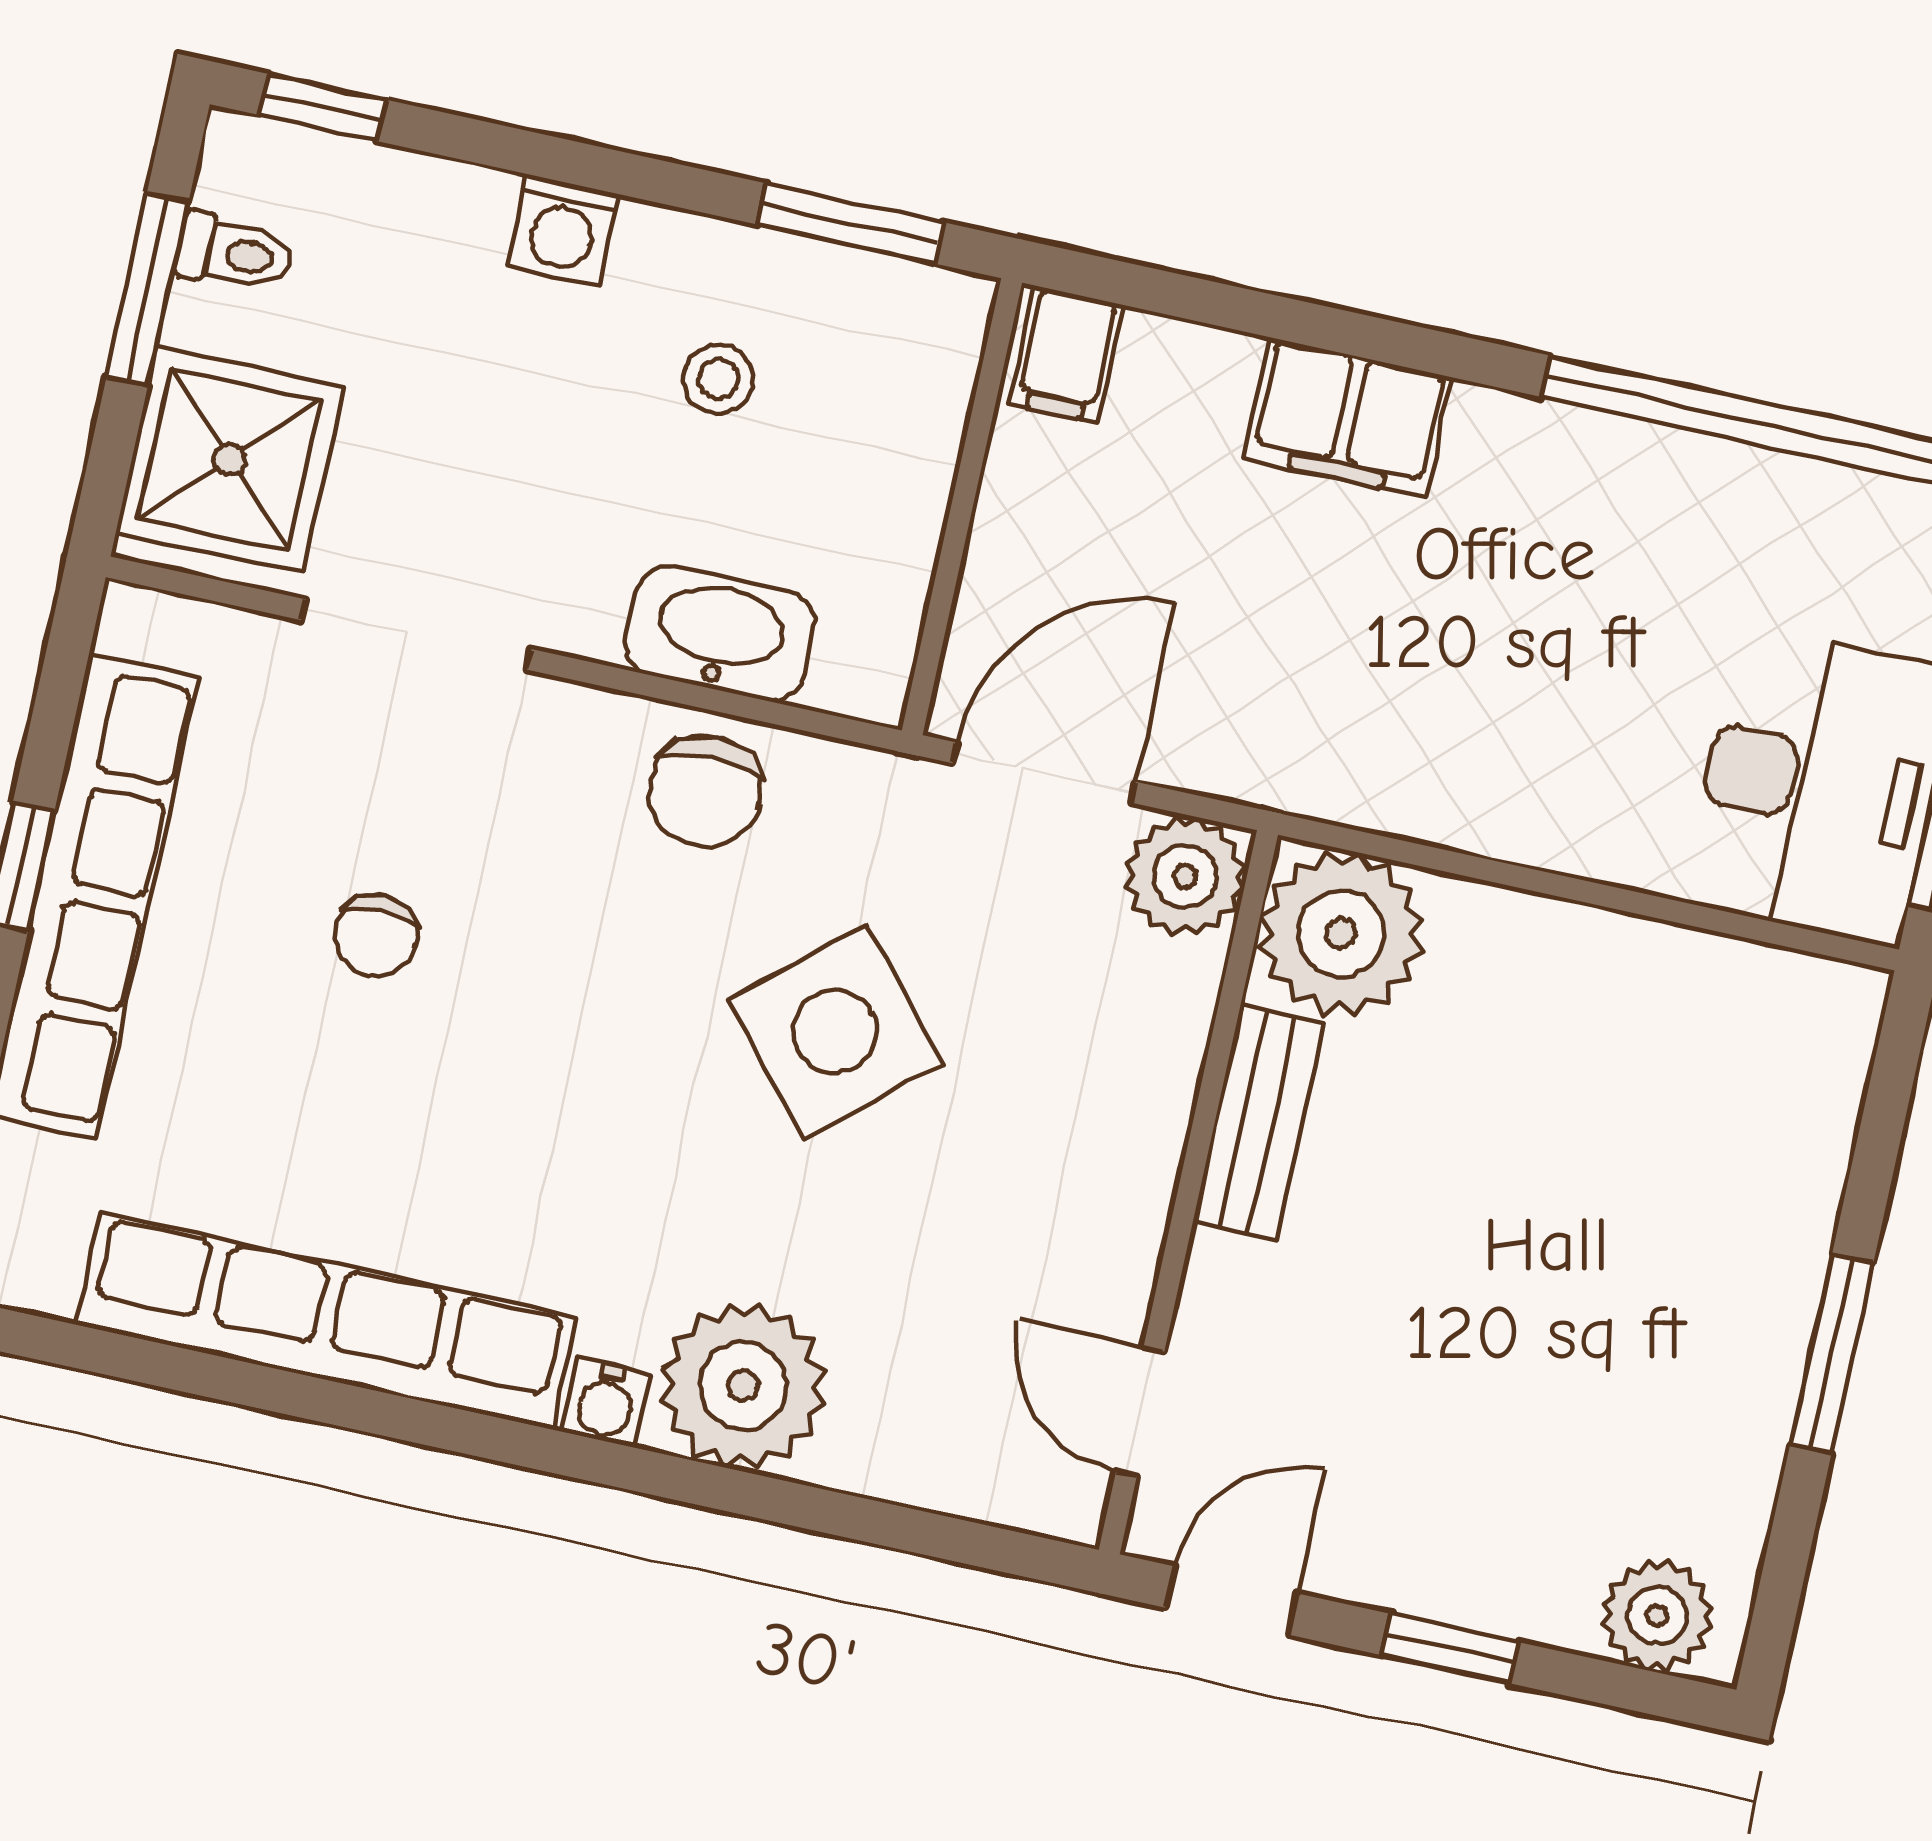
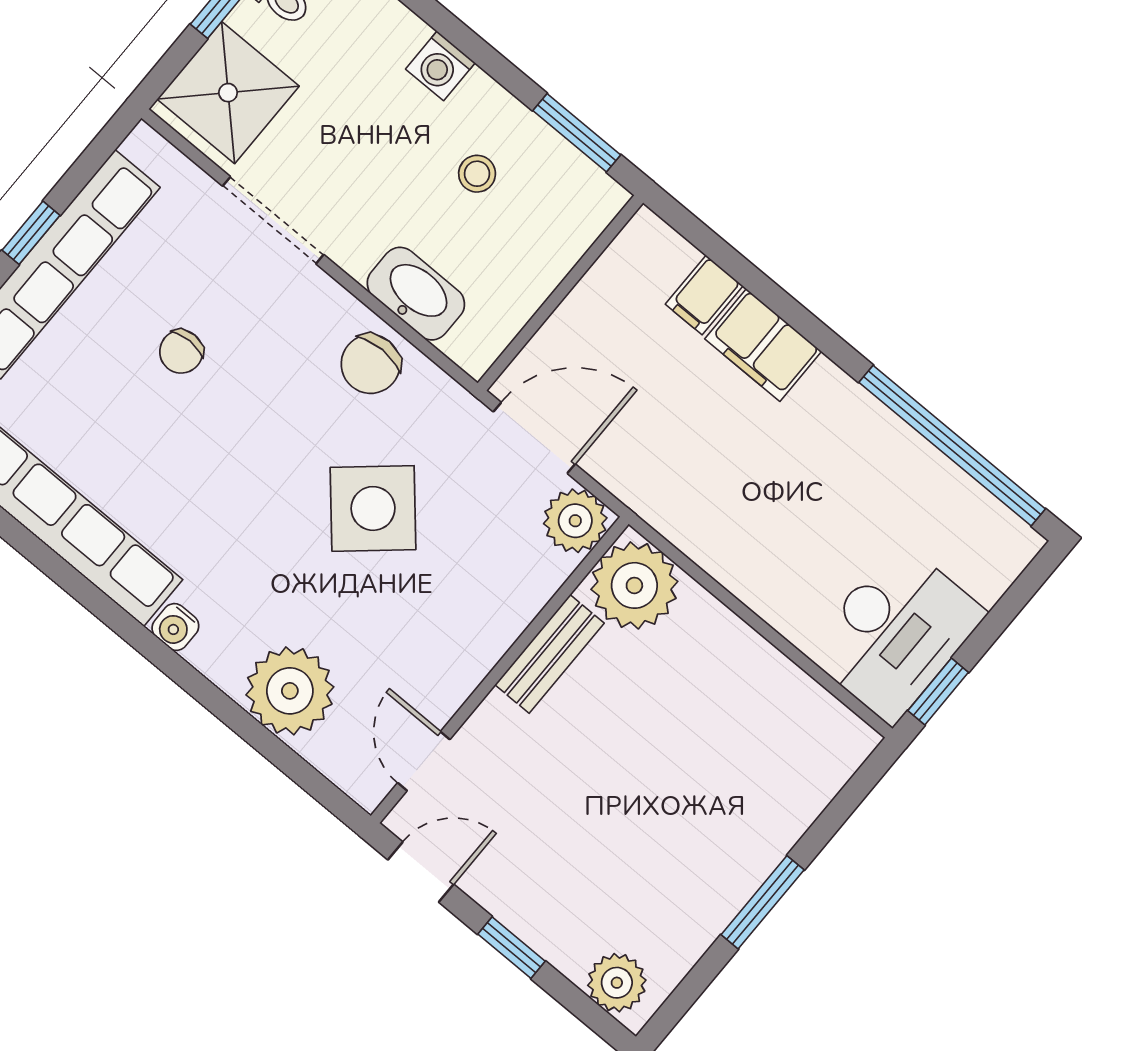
filing cabinet: (1066, 354) -> (704, 295), moved
plant: (743, 1386) -> (290, 691), moved

